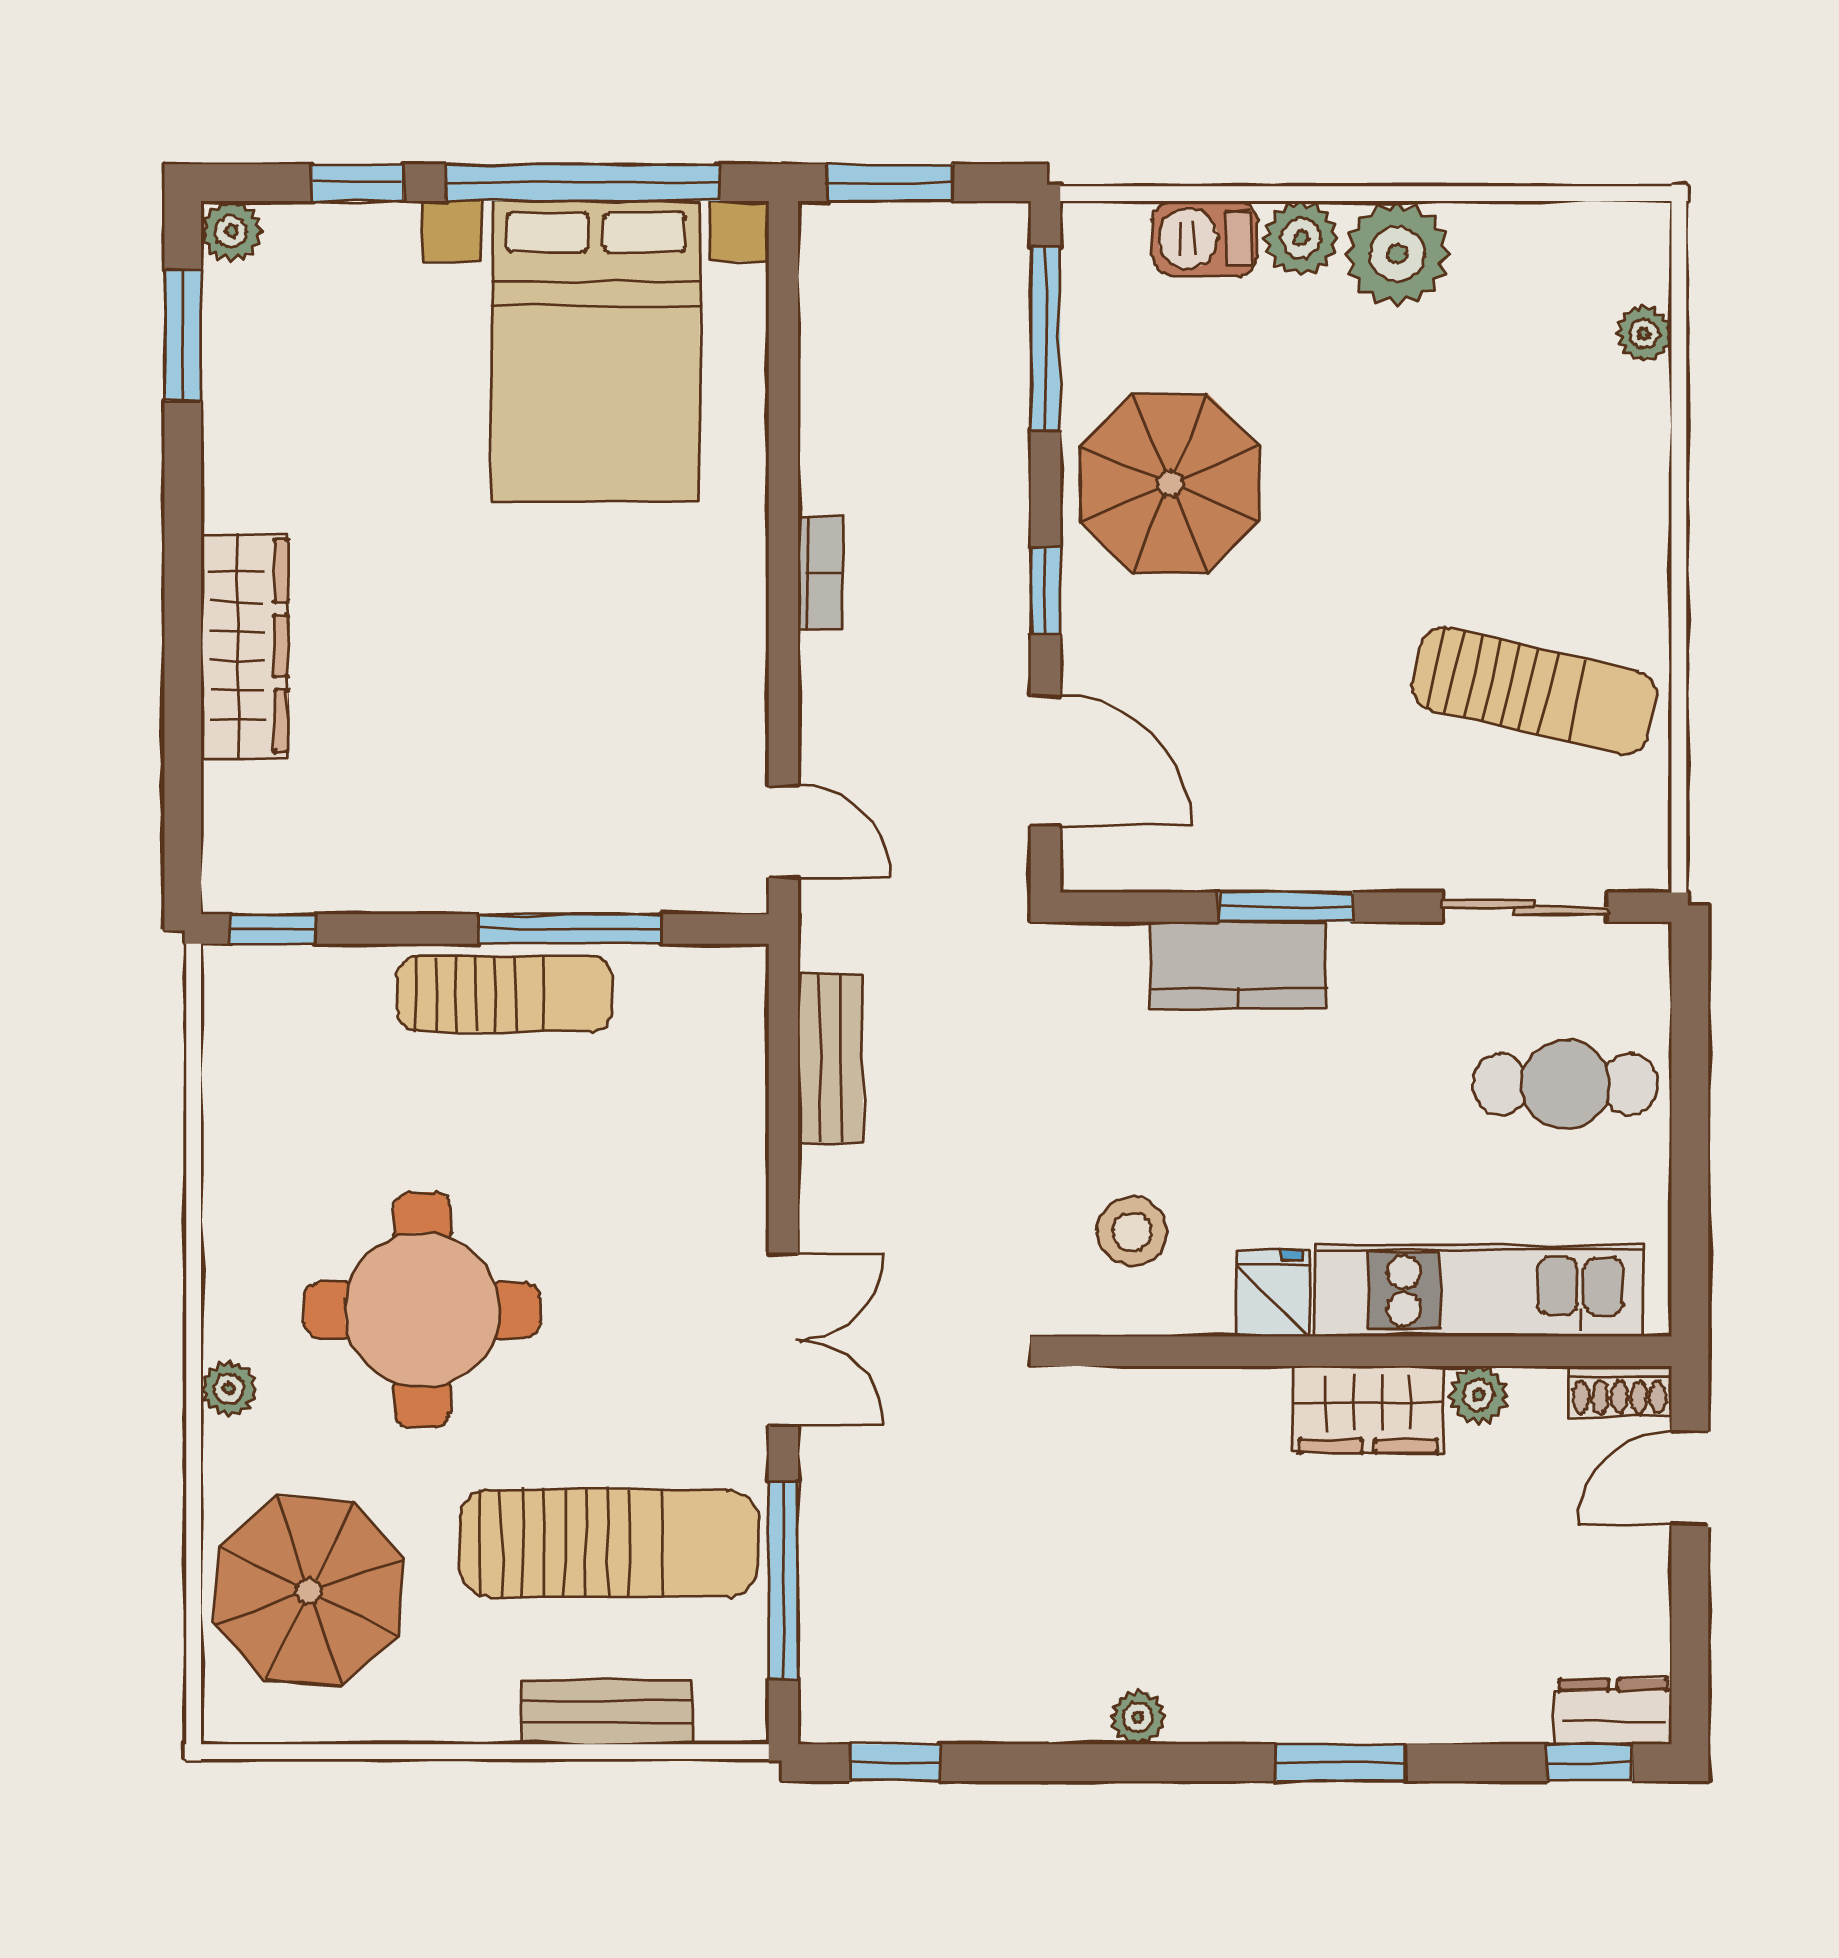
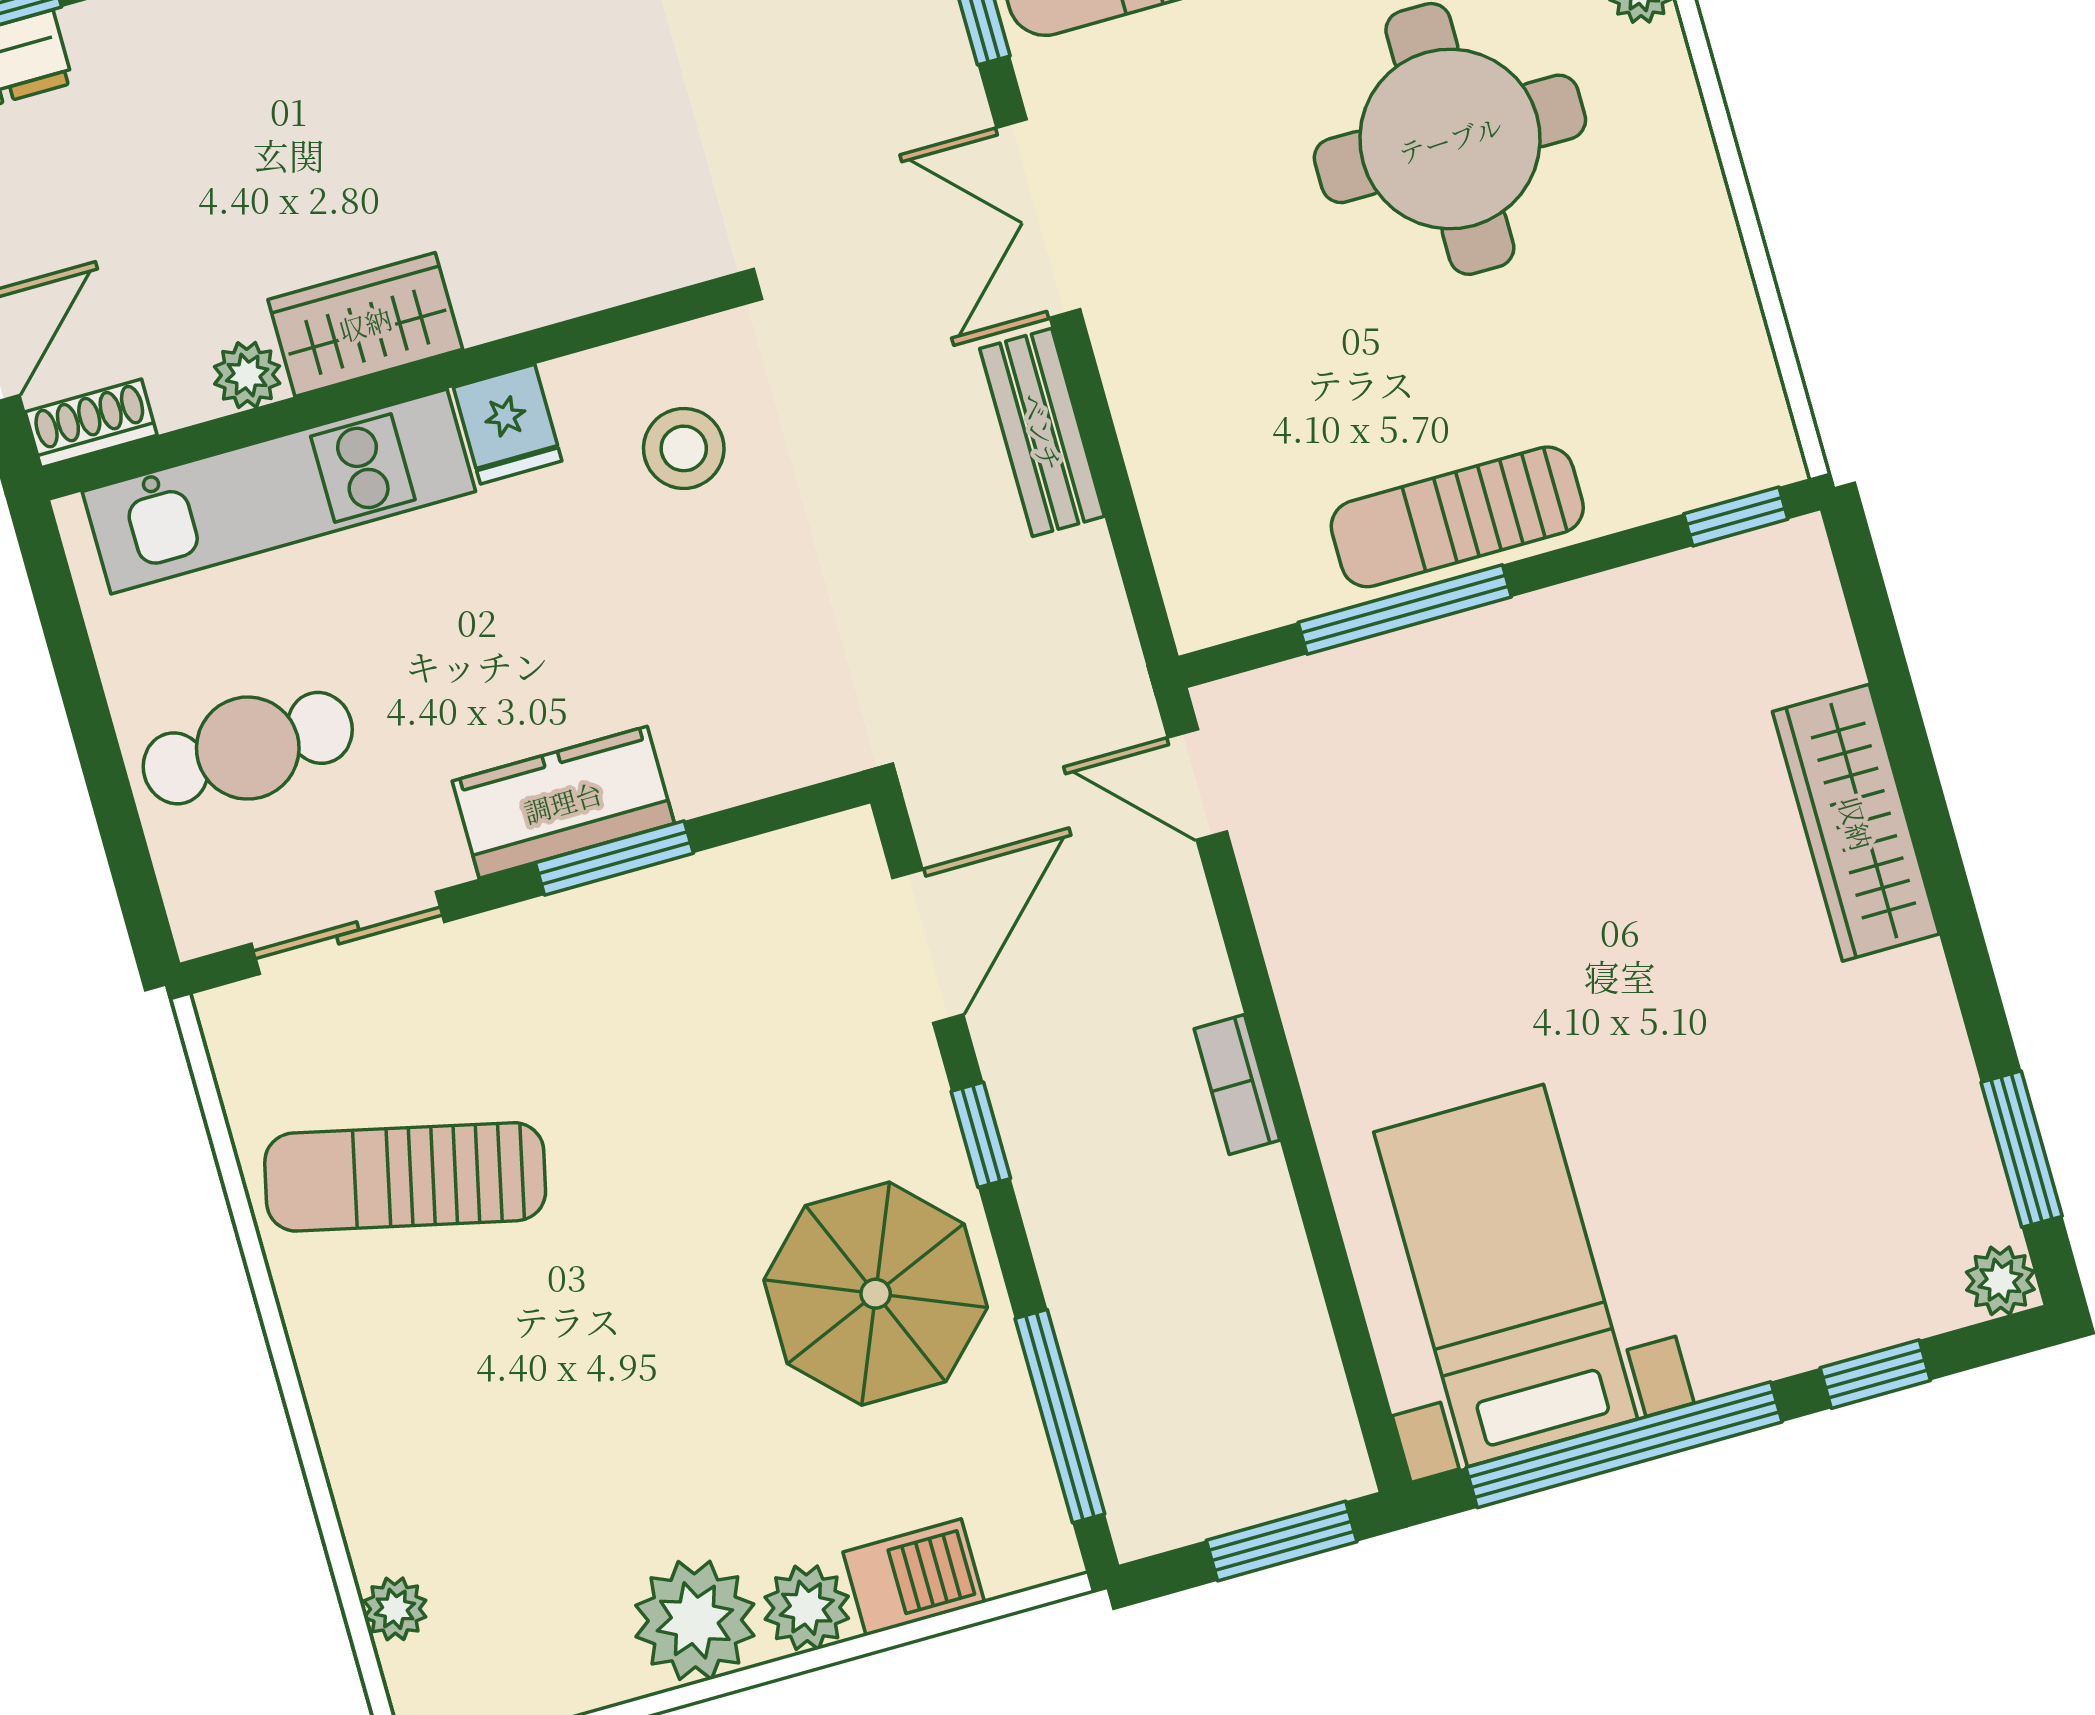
bed with nightstands: (596, 351) -> (1506, 1275), width x0.73
door: (1046, 760) -> (928, 946), swing flipped
kitchen counter: (1238, 965) -> (563, 802), moved
bench: (830, 1058) -> (1042, 432), moved

